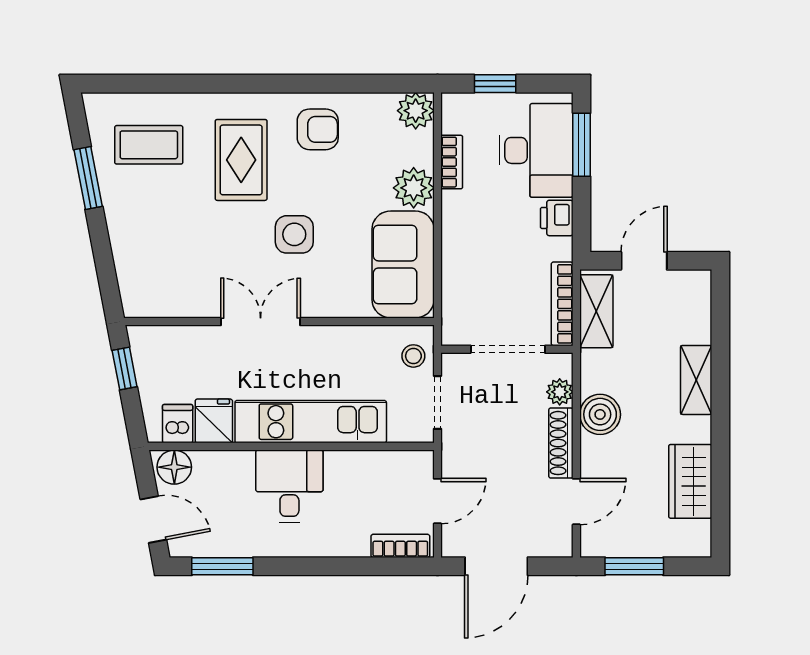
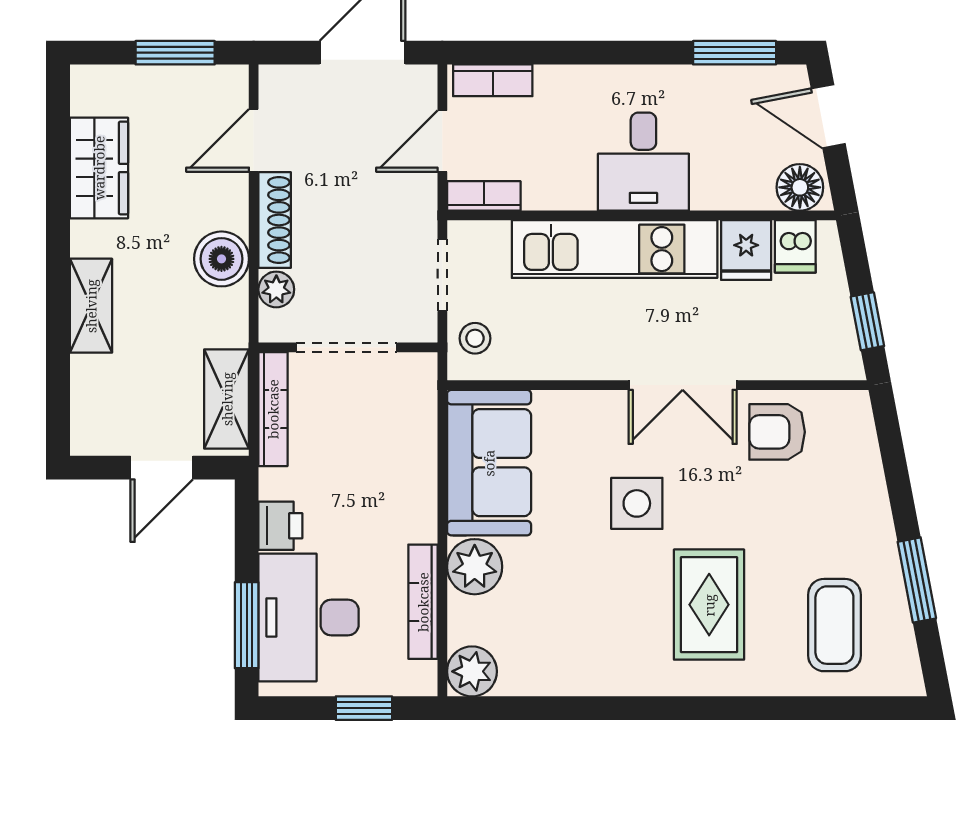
armchair: (318, 129) -> (777, 432), moved
coffee table: (149, 145) -> (834, 625), turned 90
bookcase: (452, 162) -> (423, 602), width x1.56
bookcase: (407, 461) -> (484, 196), added

